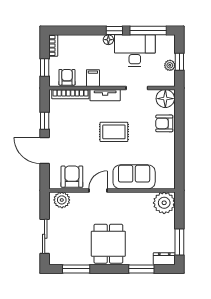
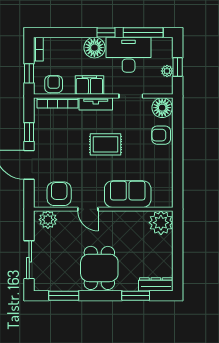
floor lamp: (108, 40) -> (94, 48), width x1.89, depth x1.89
filing cabinet: (93, 78) -> (89, 85), width x2.00
door: (98, 190) -> (88, 209), swing flipped
window: (179, 242) -> (178, 266), removed
dresser: (164, 259) -> (156, 284), width x1.44

